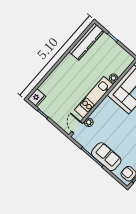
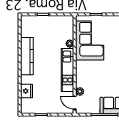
kitchen counter: (87, 41) -> (27, 56), moved
fridge: (37, 98) -> (27, 91), moved

